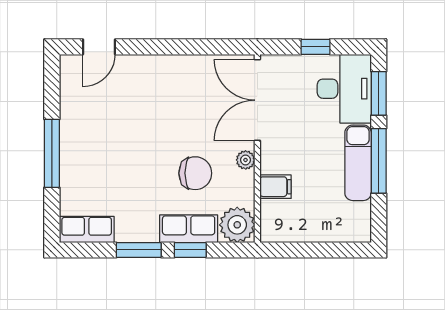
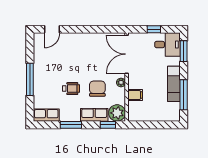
desk: (344, 89) -> (167, 45), width x0.73
window: (379, 161) -> (184, 95), moved
wheelchair: (139, 173) -> (71, 89), added
chair: (195, 173) -> (97, 89), turned -90
window: (190, 250) -> (108, 125), moved

